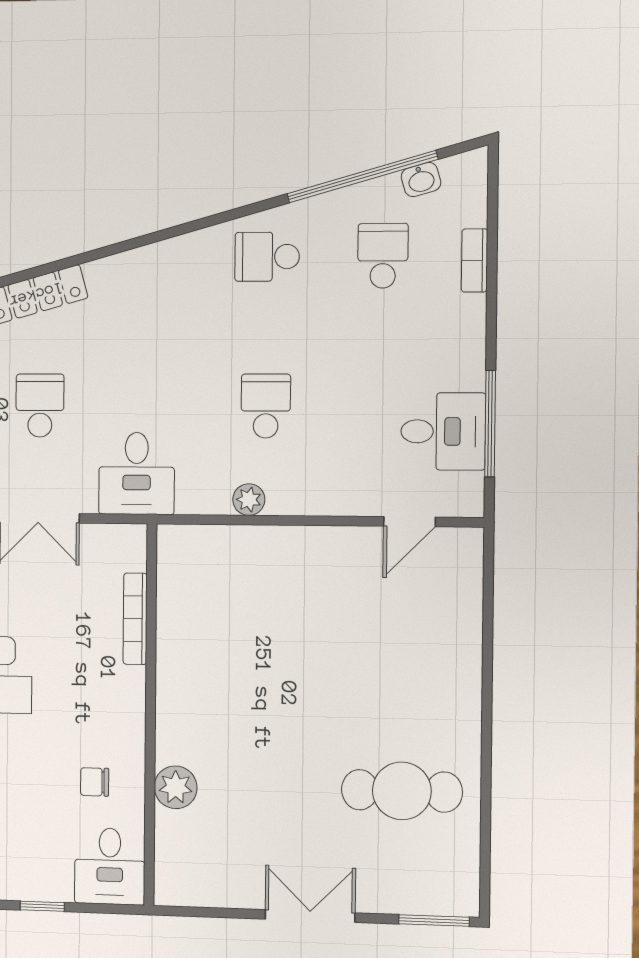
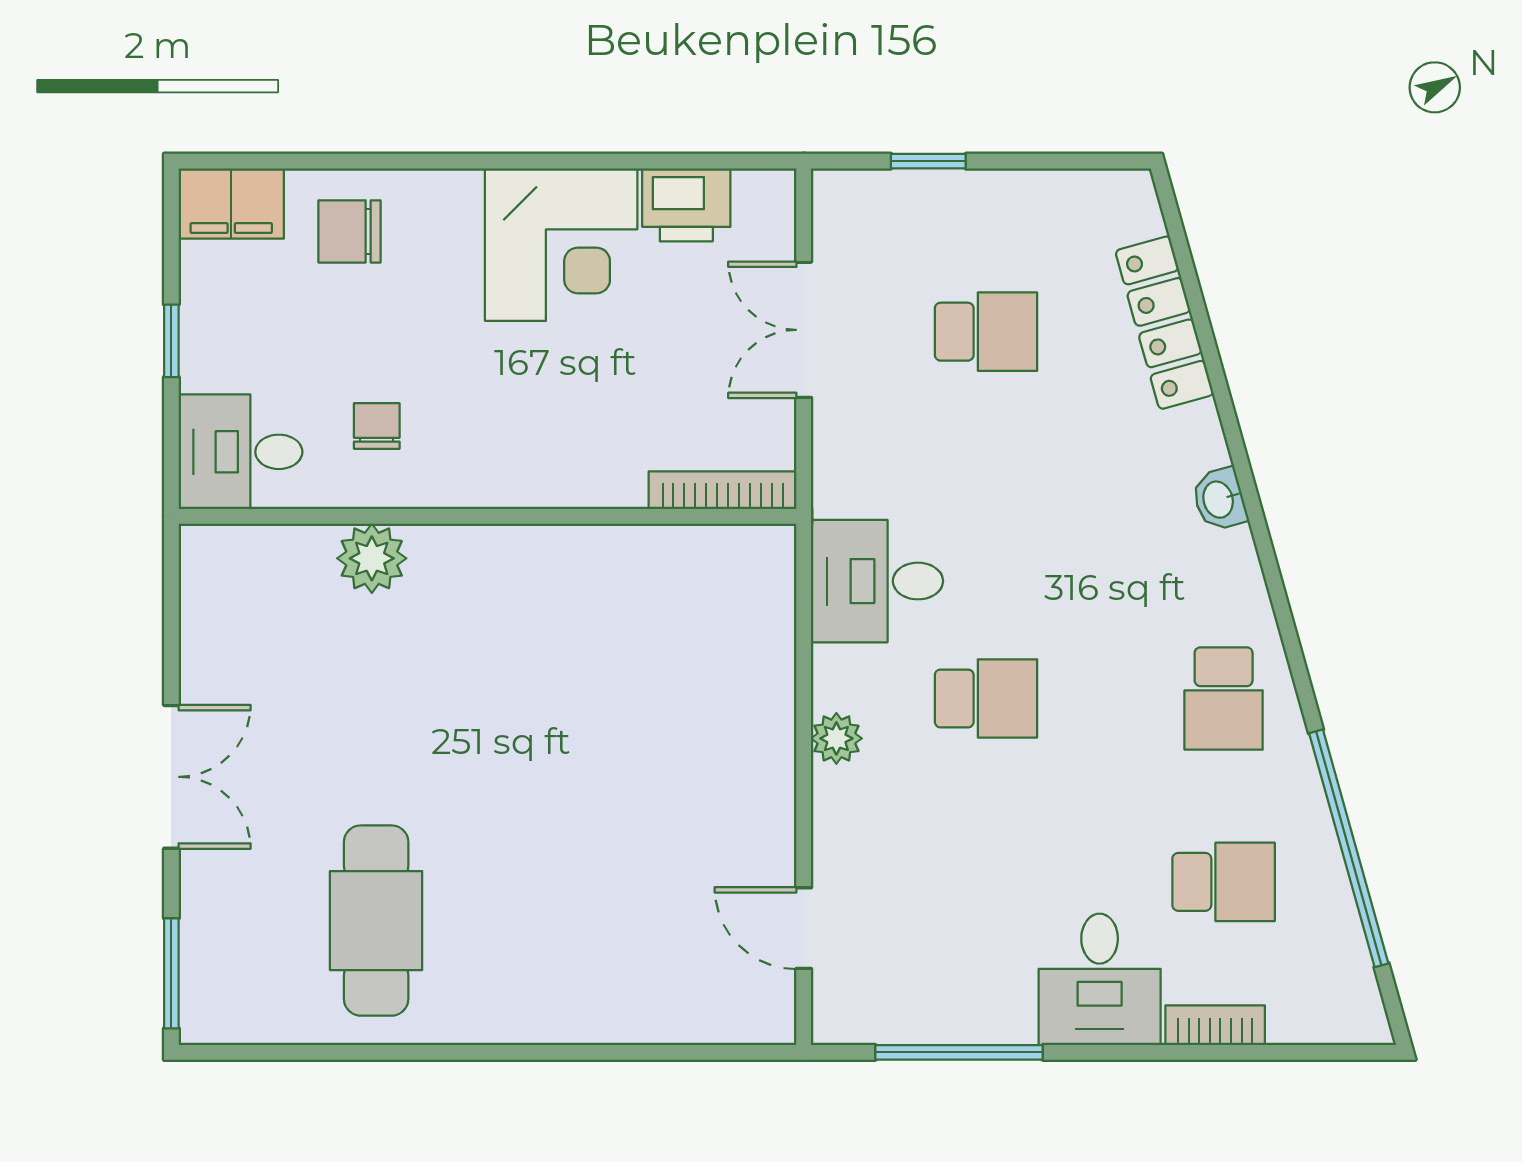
washbasin: (421, 180) -> (1219, 499), moved
school desk: (267, 257) -> (1224, 698), turned 180
desk: (443, 431) -> (1100, 979), moved
desk: (137, 473) -> (877, 581), moved
plant: (249, 500) -> (836, 738), moved
bookcase: (135, 619) -> (723, 490), moved

